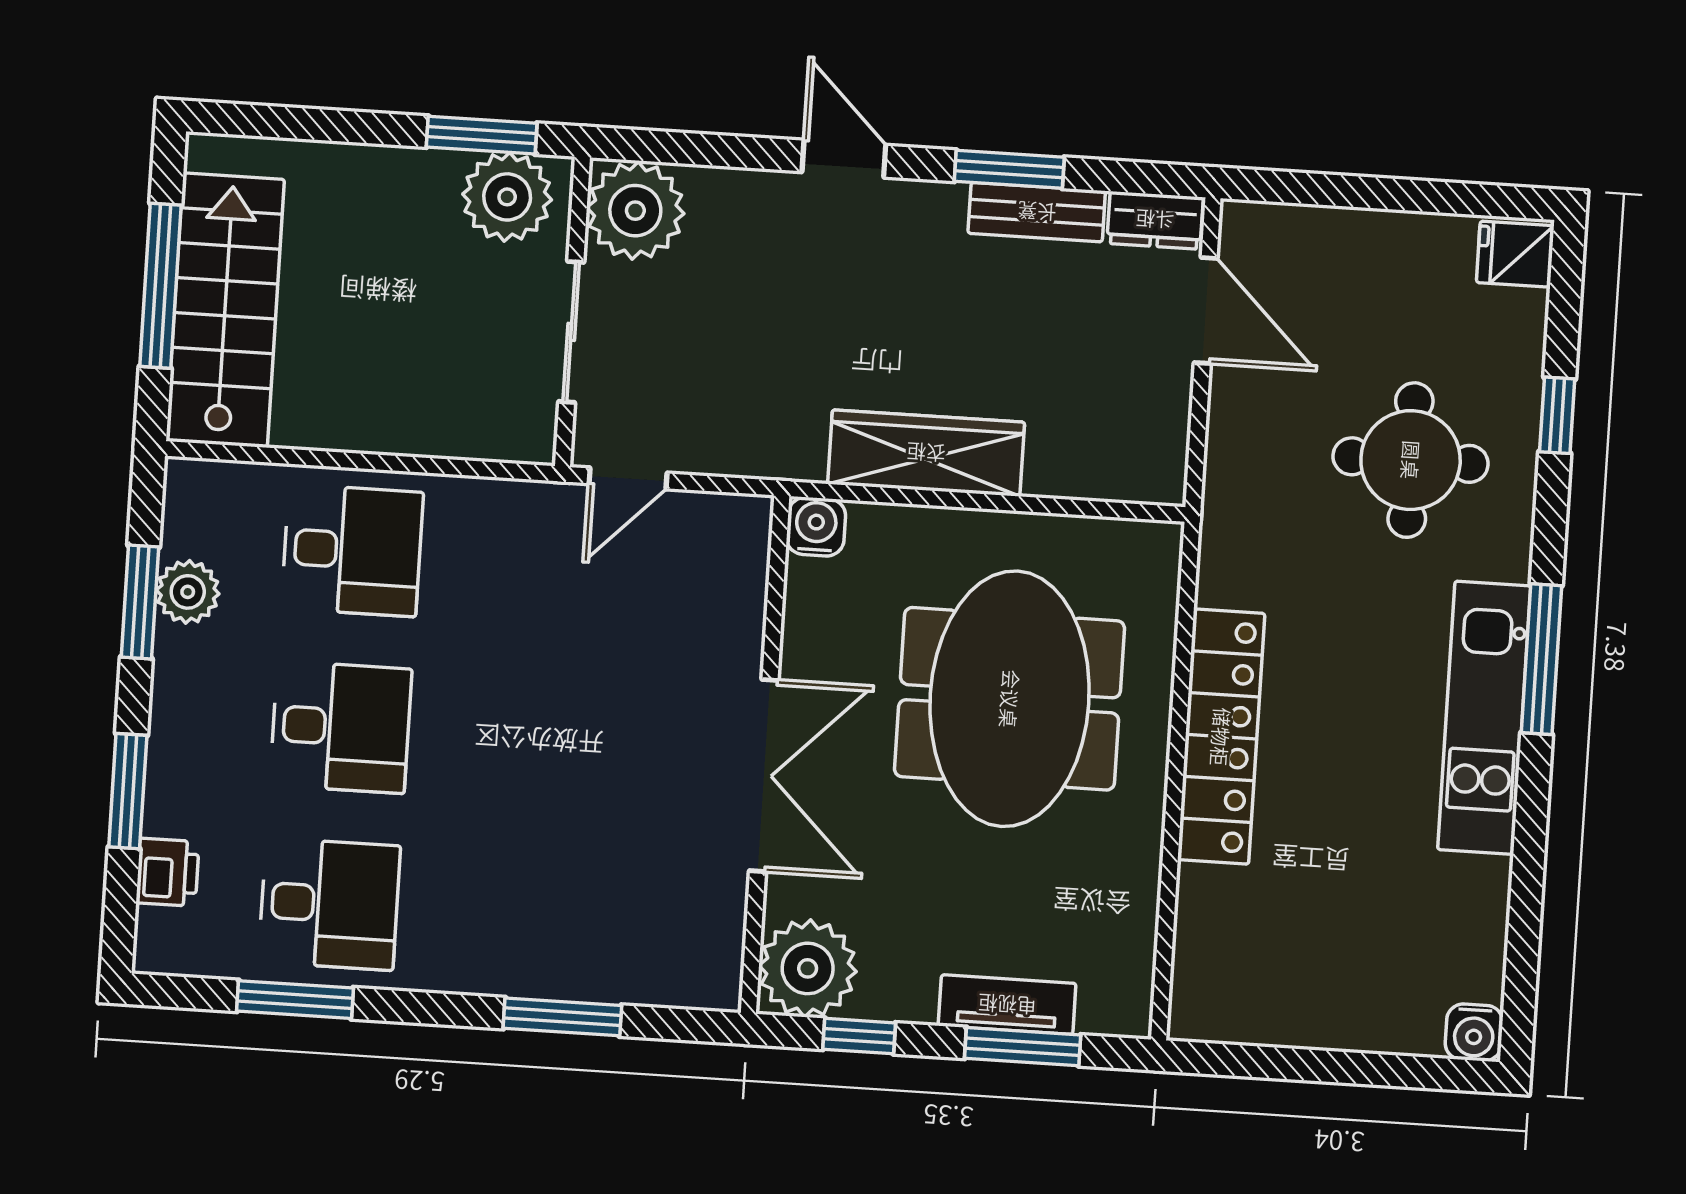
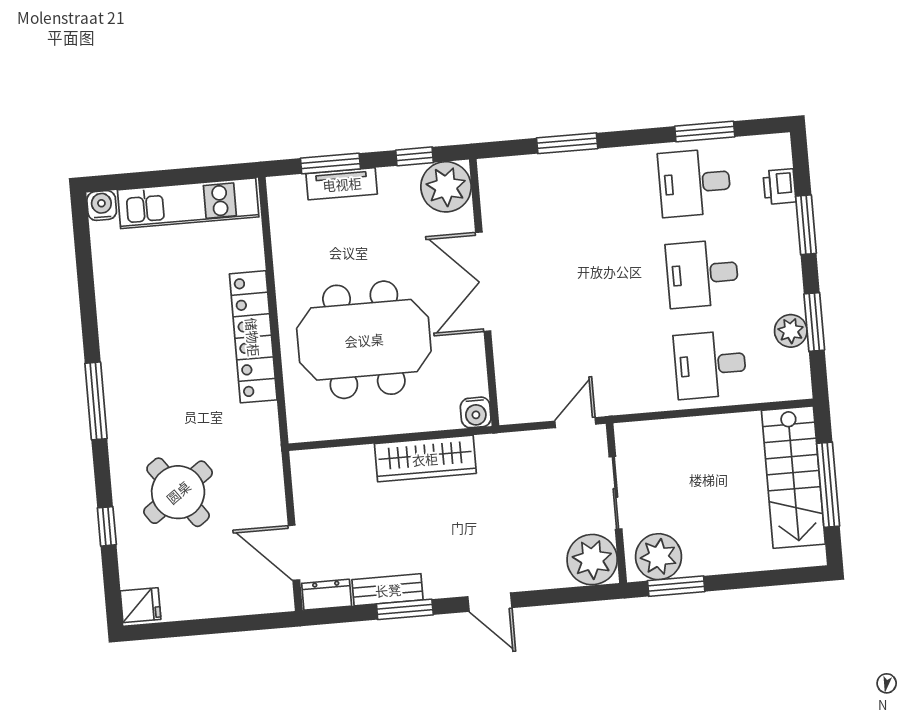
round table: (1411, 460) -> (178, 492), turned -36
meeting table: (1010, 699) -> (364, 340), turned 90
kitchen unit: (1484, 718) -> (188, 203), moved, turned 90

